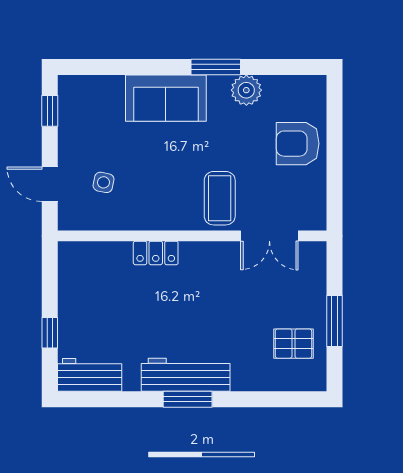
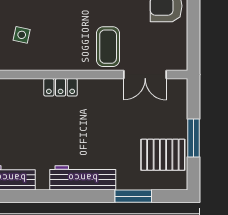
pallet: (293, 344) -> (163, 155), width x1.50, depth x1.42
window: (188, 399) -> (133, 196), moved

